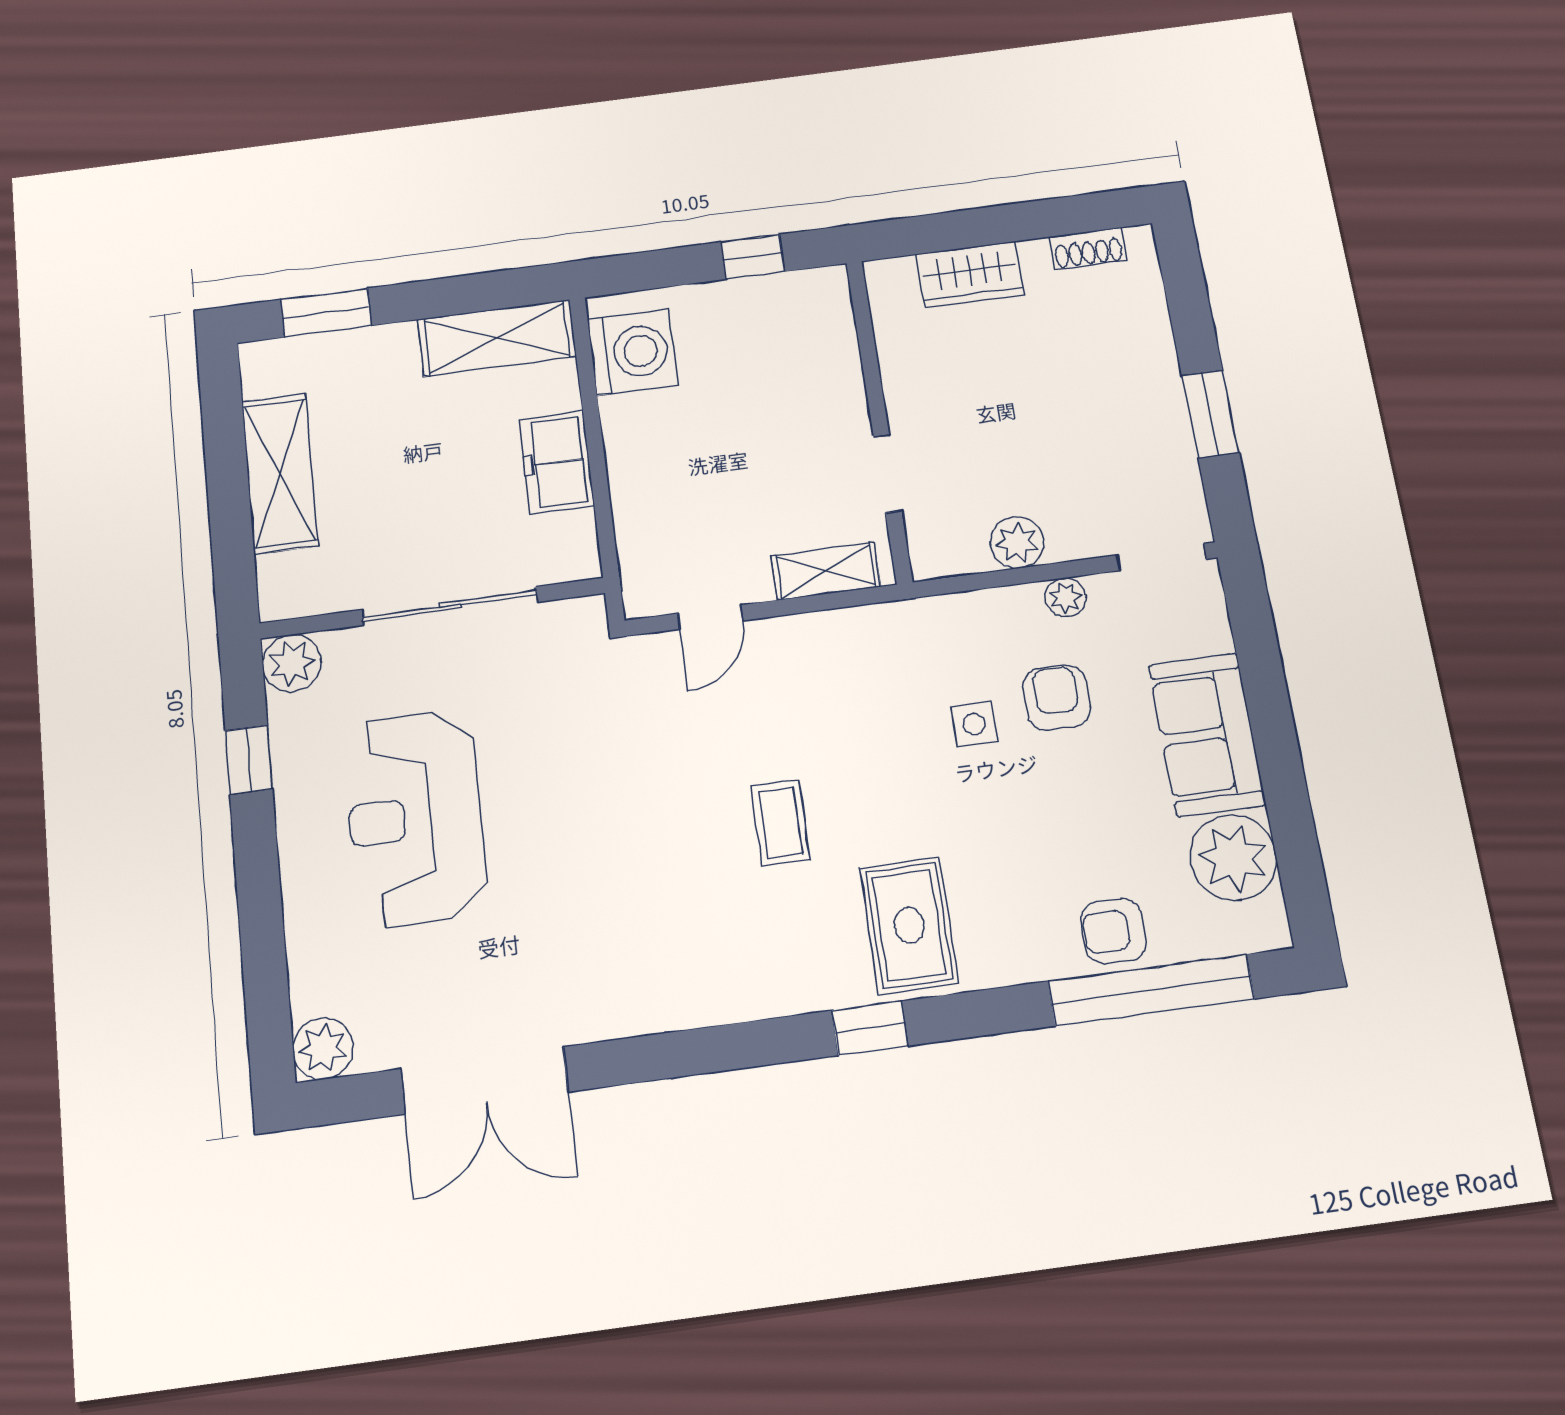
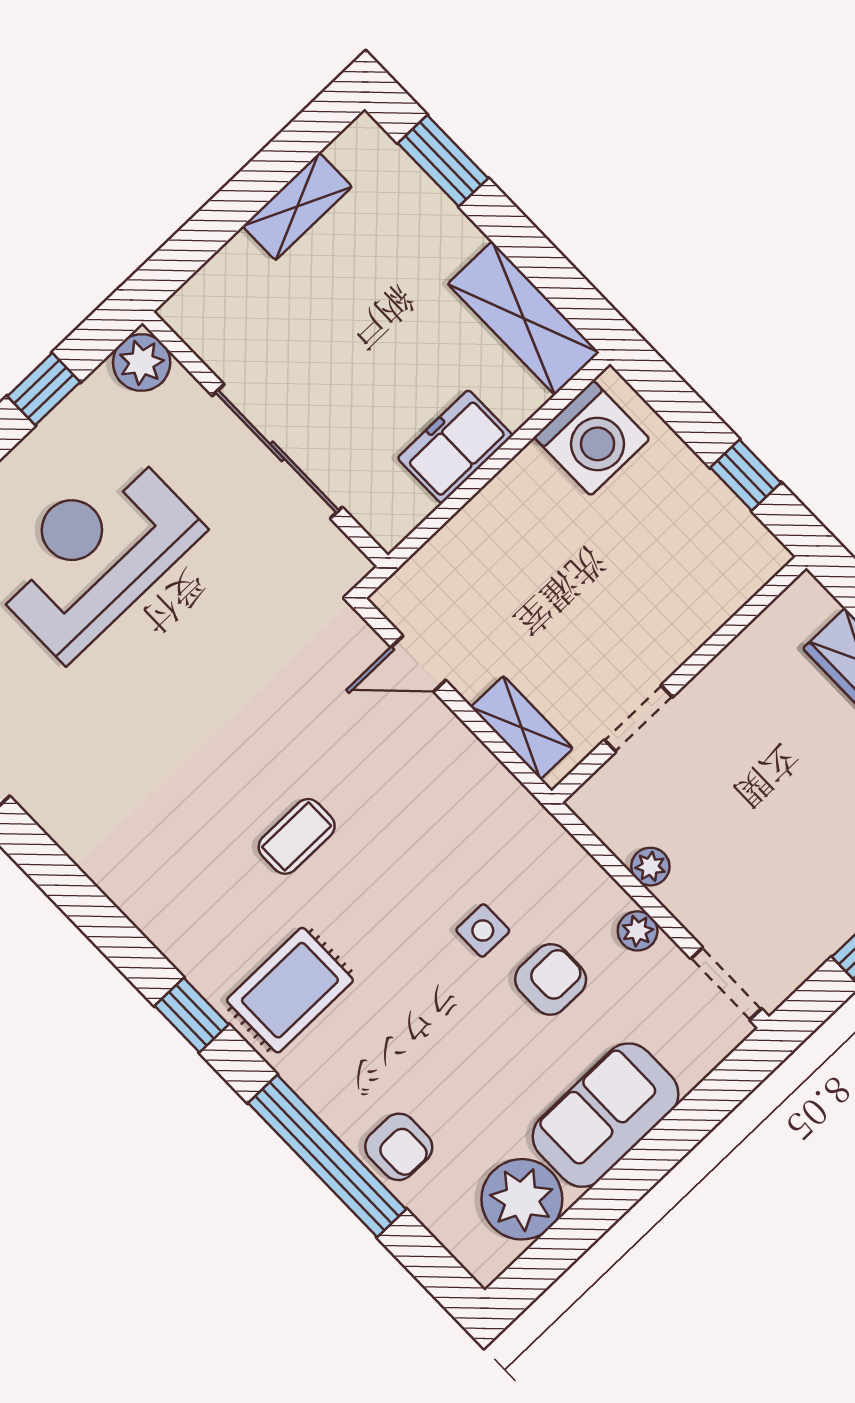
shelving: (280, 473) -> (297, 206), width x0.67, depth x0.75
plant: (1017, 542) -> (650, 867), width x0.73, depth x0.73
armchair: (1114, 931) -> (399, 1147), turned 180
window: (1151, 990) -> (327, 1156), moved

